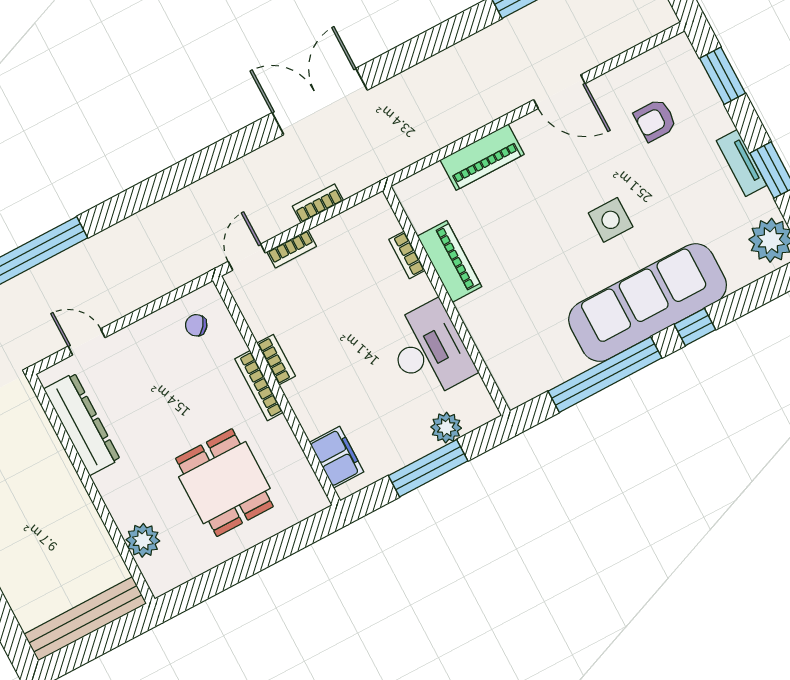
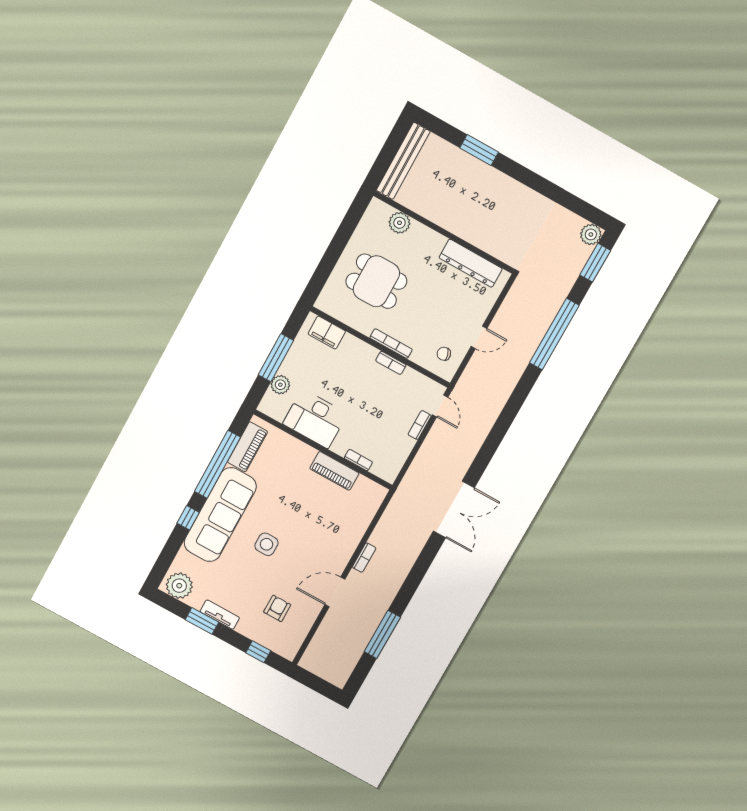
window: (722, 76) -> (258, 652), width x0.67
piano: (482, 157) -> (247, 447), moved, turned 180
bookcase: (318, 203) -> (364, 558), moved
chair: (196, 325) -> (444, 354), turned -144
door: (87, 342) -> (479, 337), moved

